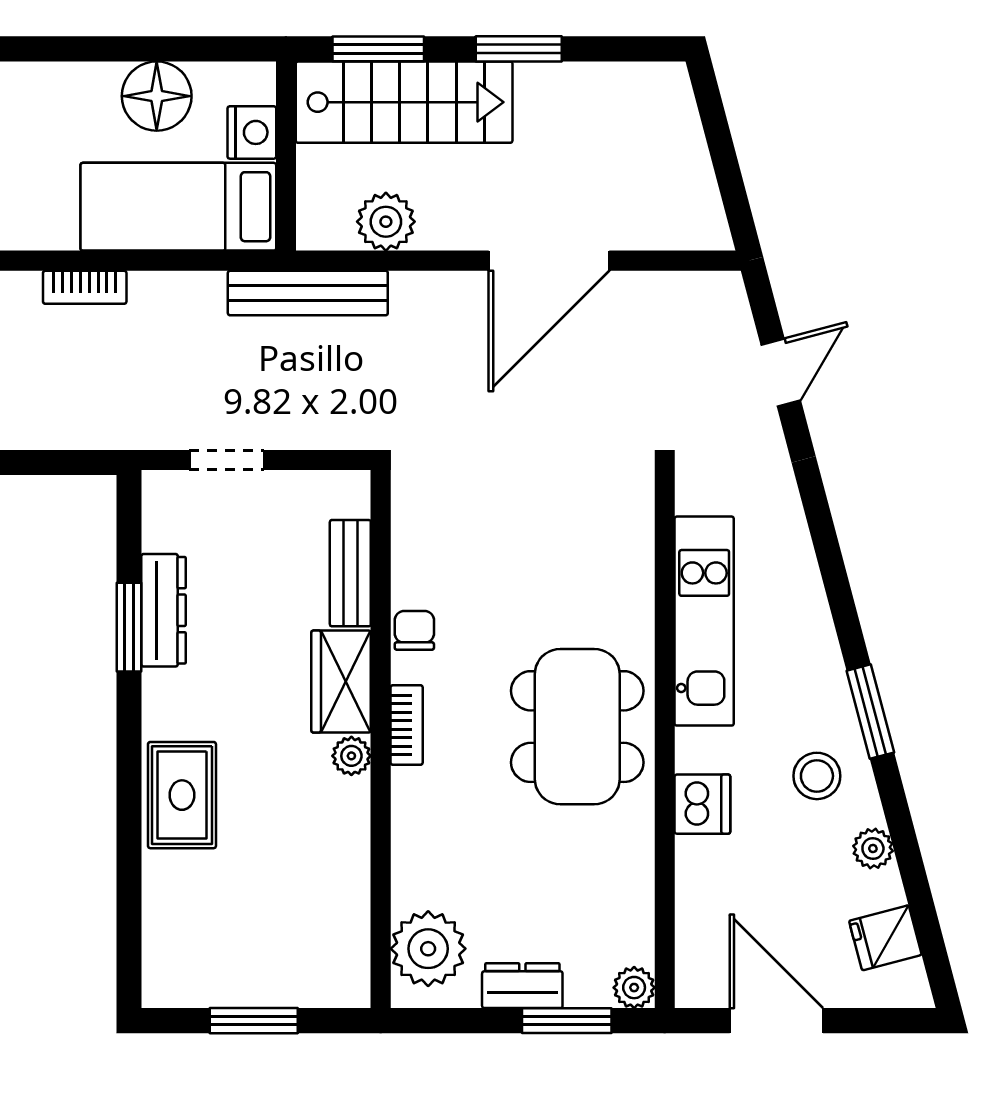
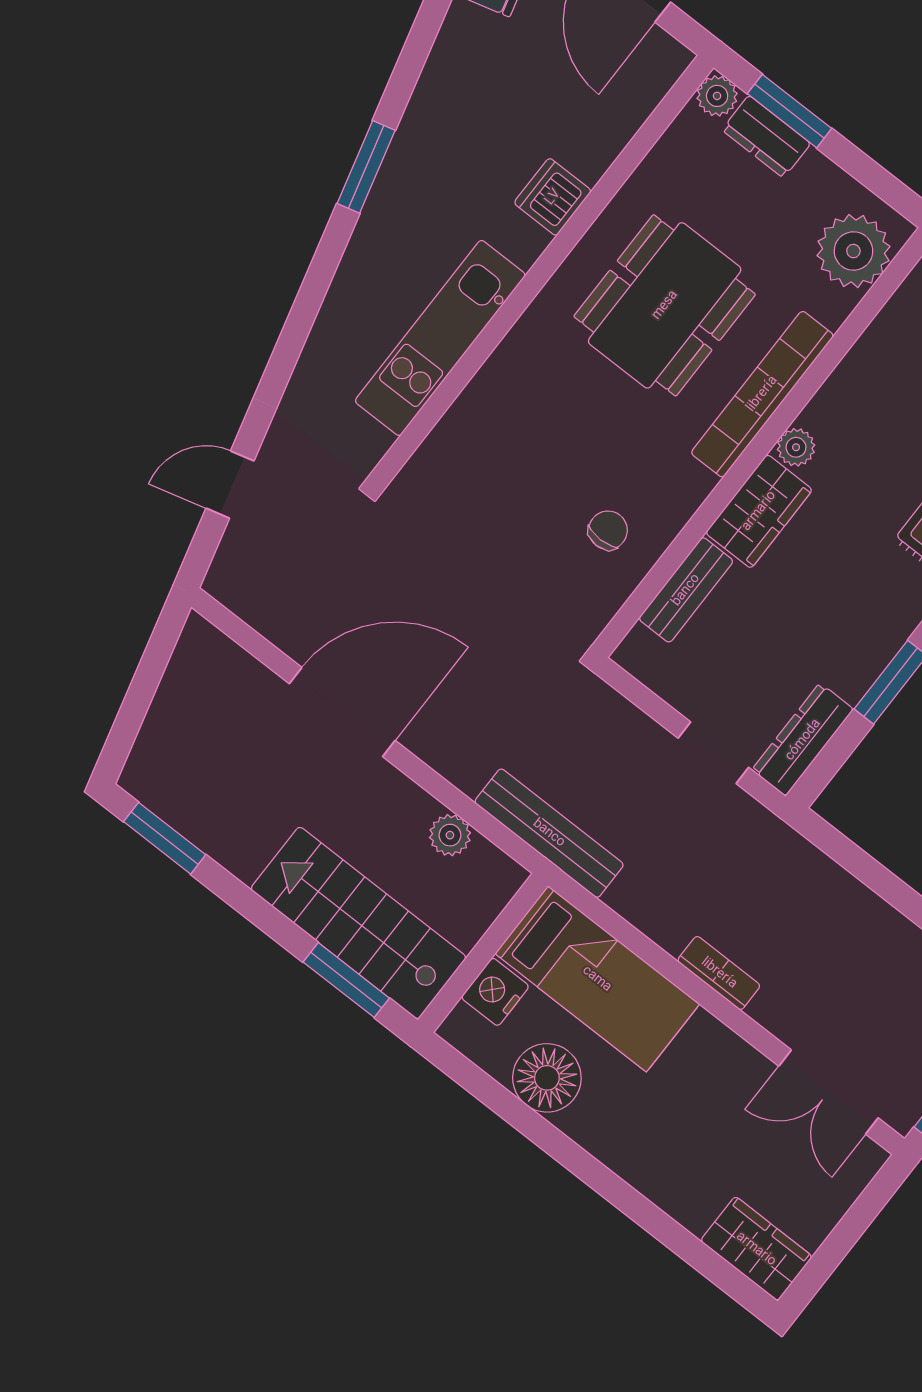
window: (519, 49) -> (165, 838), moved
plant: (386, 222) -> (450, 835), width x0.73, depth x0.73
dresser: (164, 610) -> (803, 740), moved
chair: (414, 630) -> (608, 530), moved, turned 180
bookcase: (407, 725) -> (762, 394), width x2.31, depth x1.31
dining table: (577, 727) -> (665, 305), moved
stool: (817, 776) -> (447, 149), removed
plant: (873, 849) -> (447, 59), removed
dresser: (522, 986) -> (766, 137), moved

